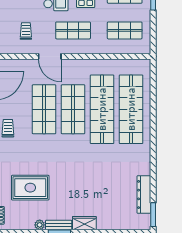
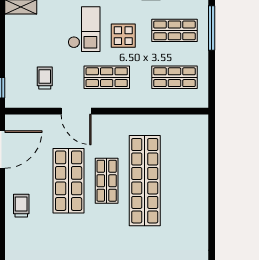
shop shelf: (73, 109) -> (107, 181), width x0.70, depth x0.74
shop shelf: (131, 109) -> (183, 181), removed

